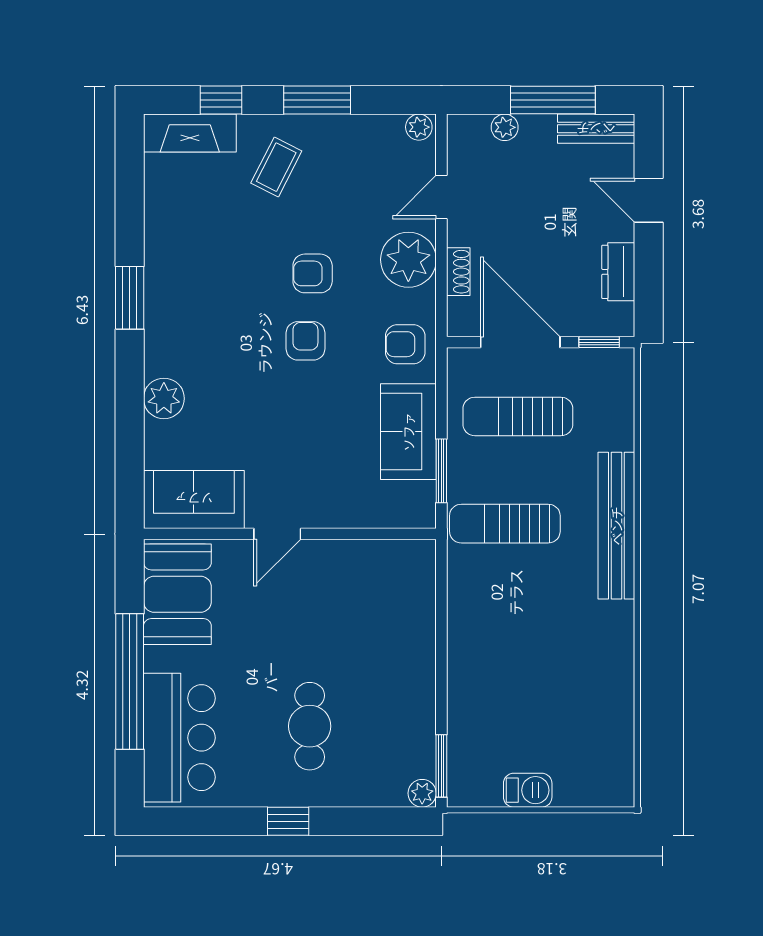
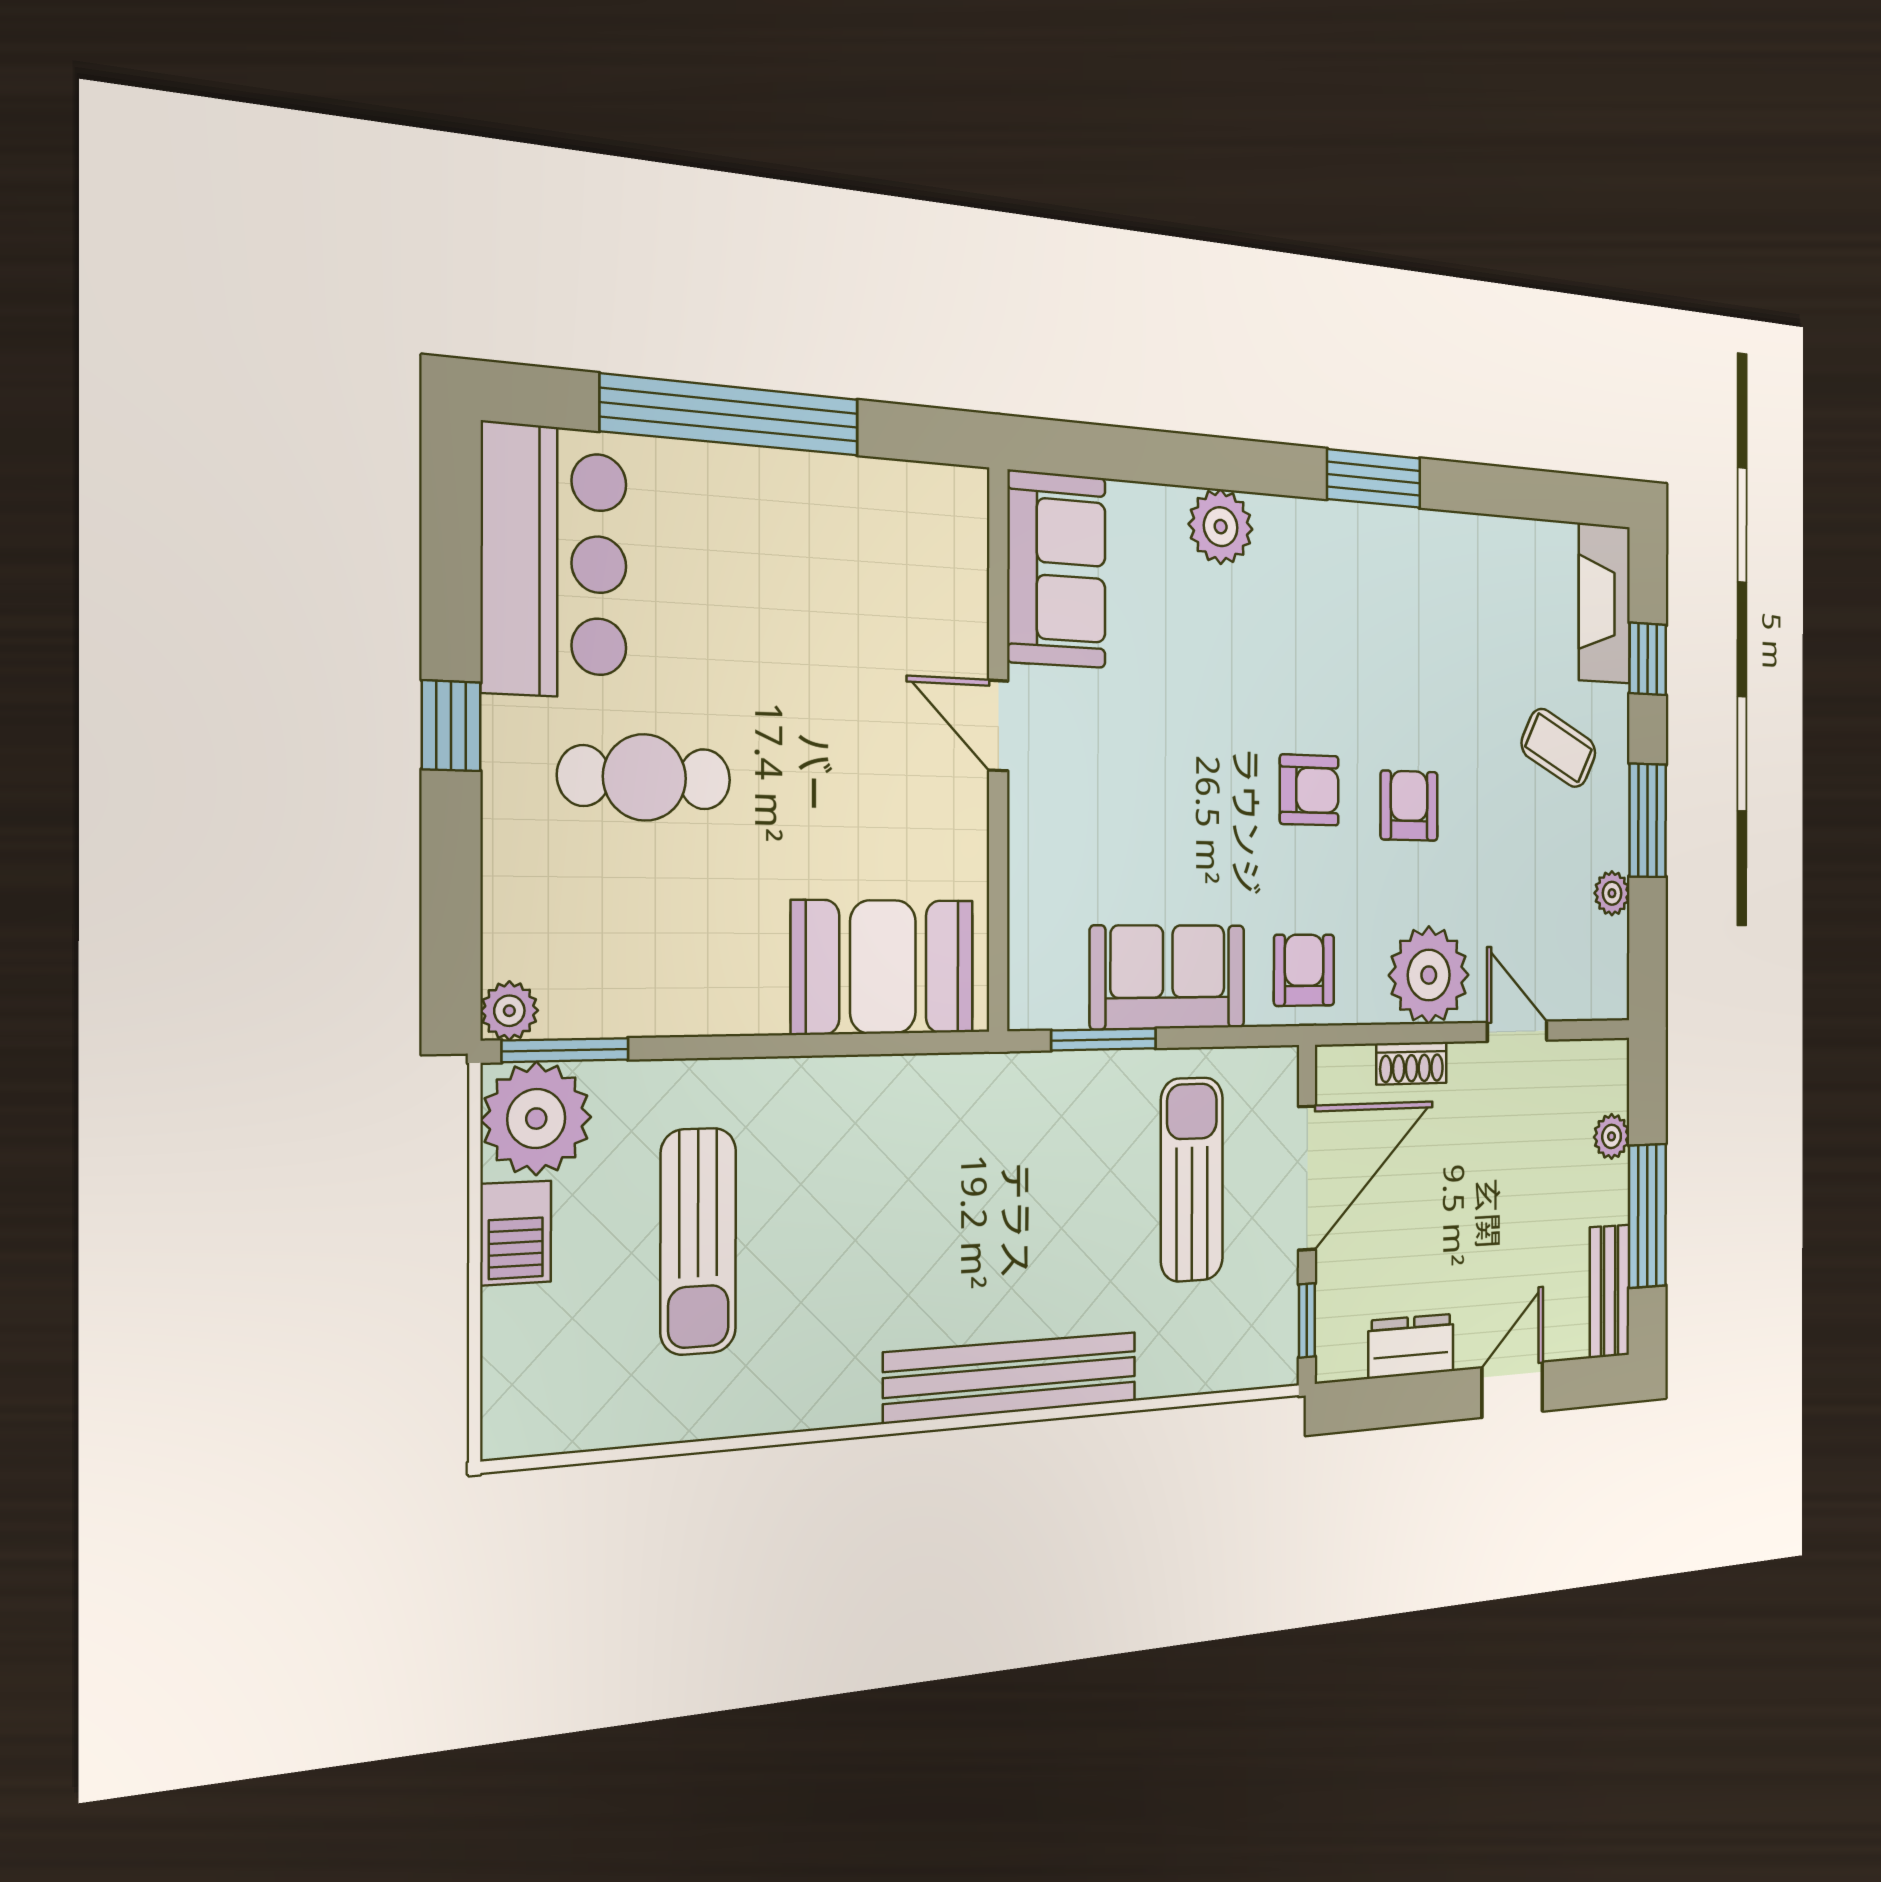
plant: (419, 127) -> (1612, 893), moved
sun lounger: (505, 524) -> (698, 1241), moved, turned 180
booth: (177, 594) -> (883, 967), moved
bar counter: (179, 738) -> (554, 562), moved, turned -90
plant: (474, 780) -> (536, 1119), added

